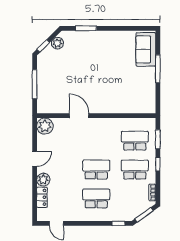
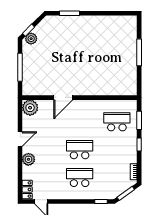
plant: (57, 43) -> (31, 39), moved
sofa: (146, 49) -> (127, 34), removed
door: (79, 116) -> (63, 98), swing flipped
school desk: (135, 170) -> (117, 150), removed
locker: (42, 197) -> (27, 189), moved

